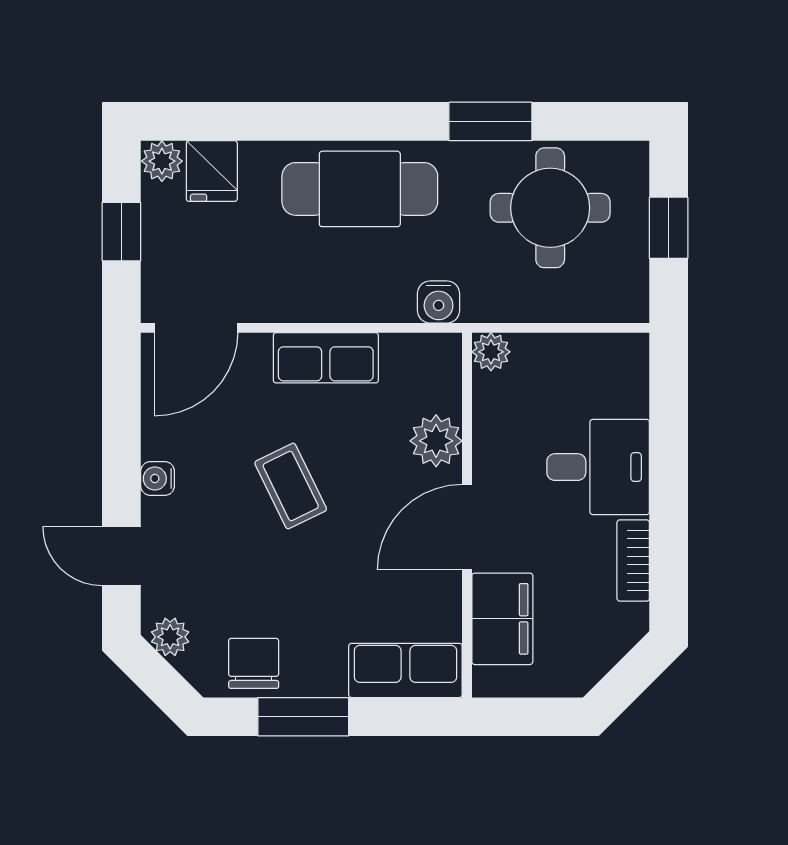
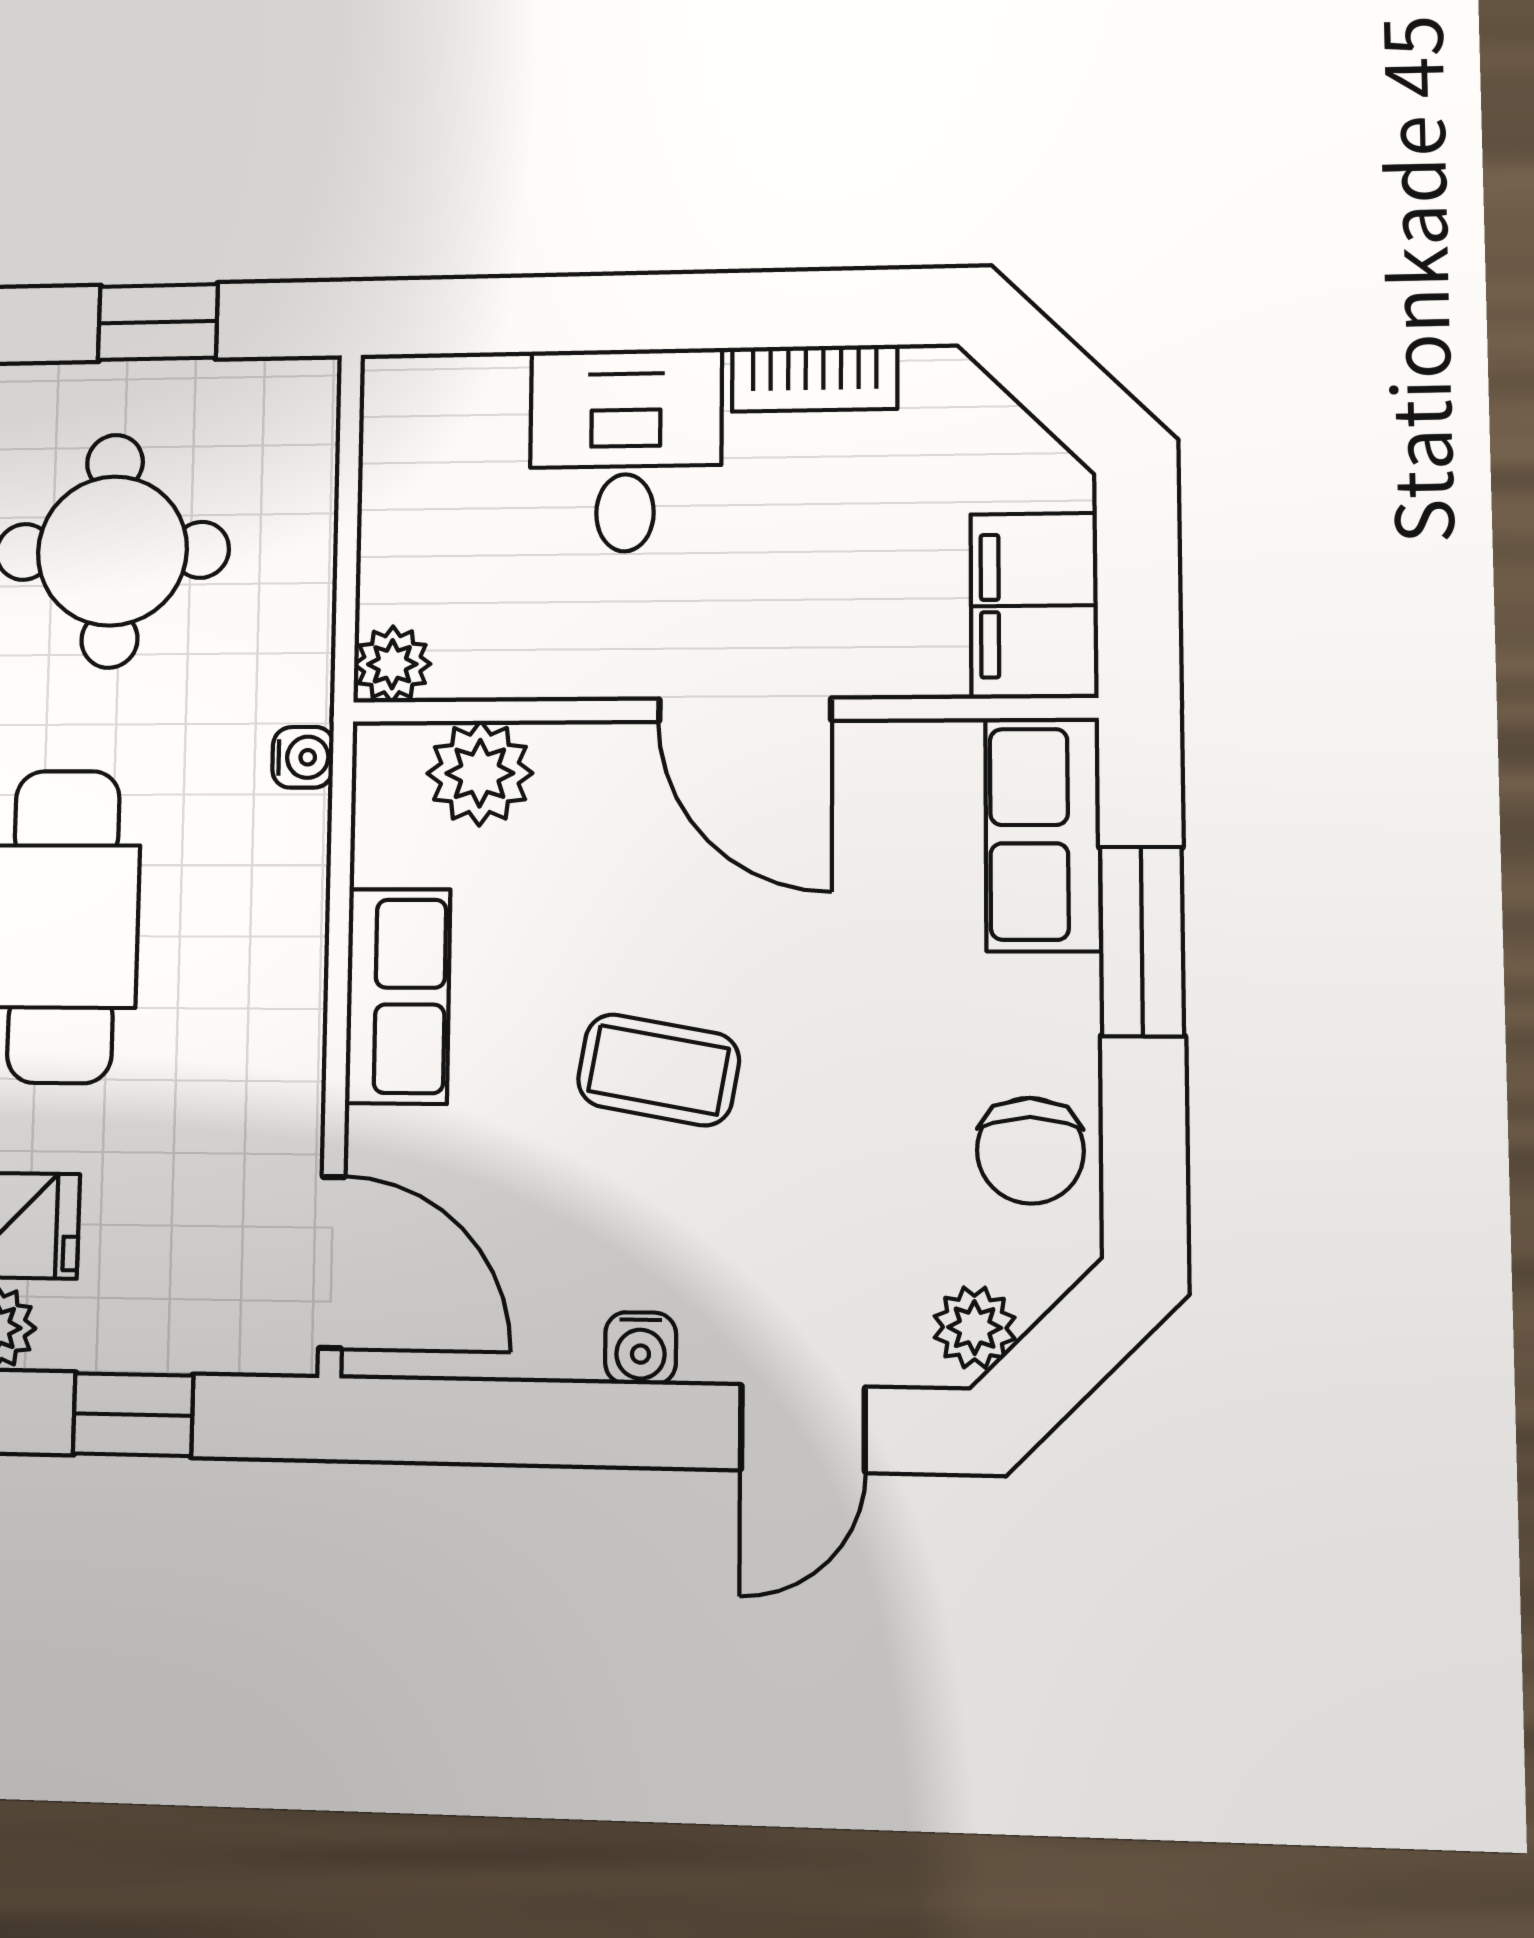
water cooler: (439, 302) -> (303, 757), width x0.72, depth x0.72
plant: (436, 441) -> (480, 773), moved
coffee table: (291, 486) -> (658, 1070), turned 36
filing cabinet: (502, 619) -> (1034, 606), moved, turned -90
chair: (254, 663) -> (1030, 1151), turned -90
window: (303, 717) -> (1142, 941), moved

